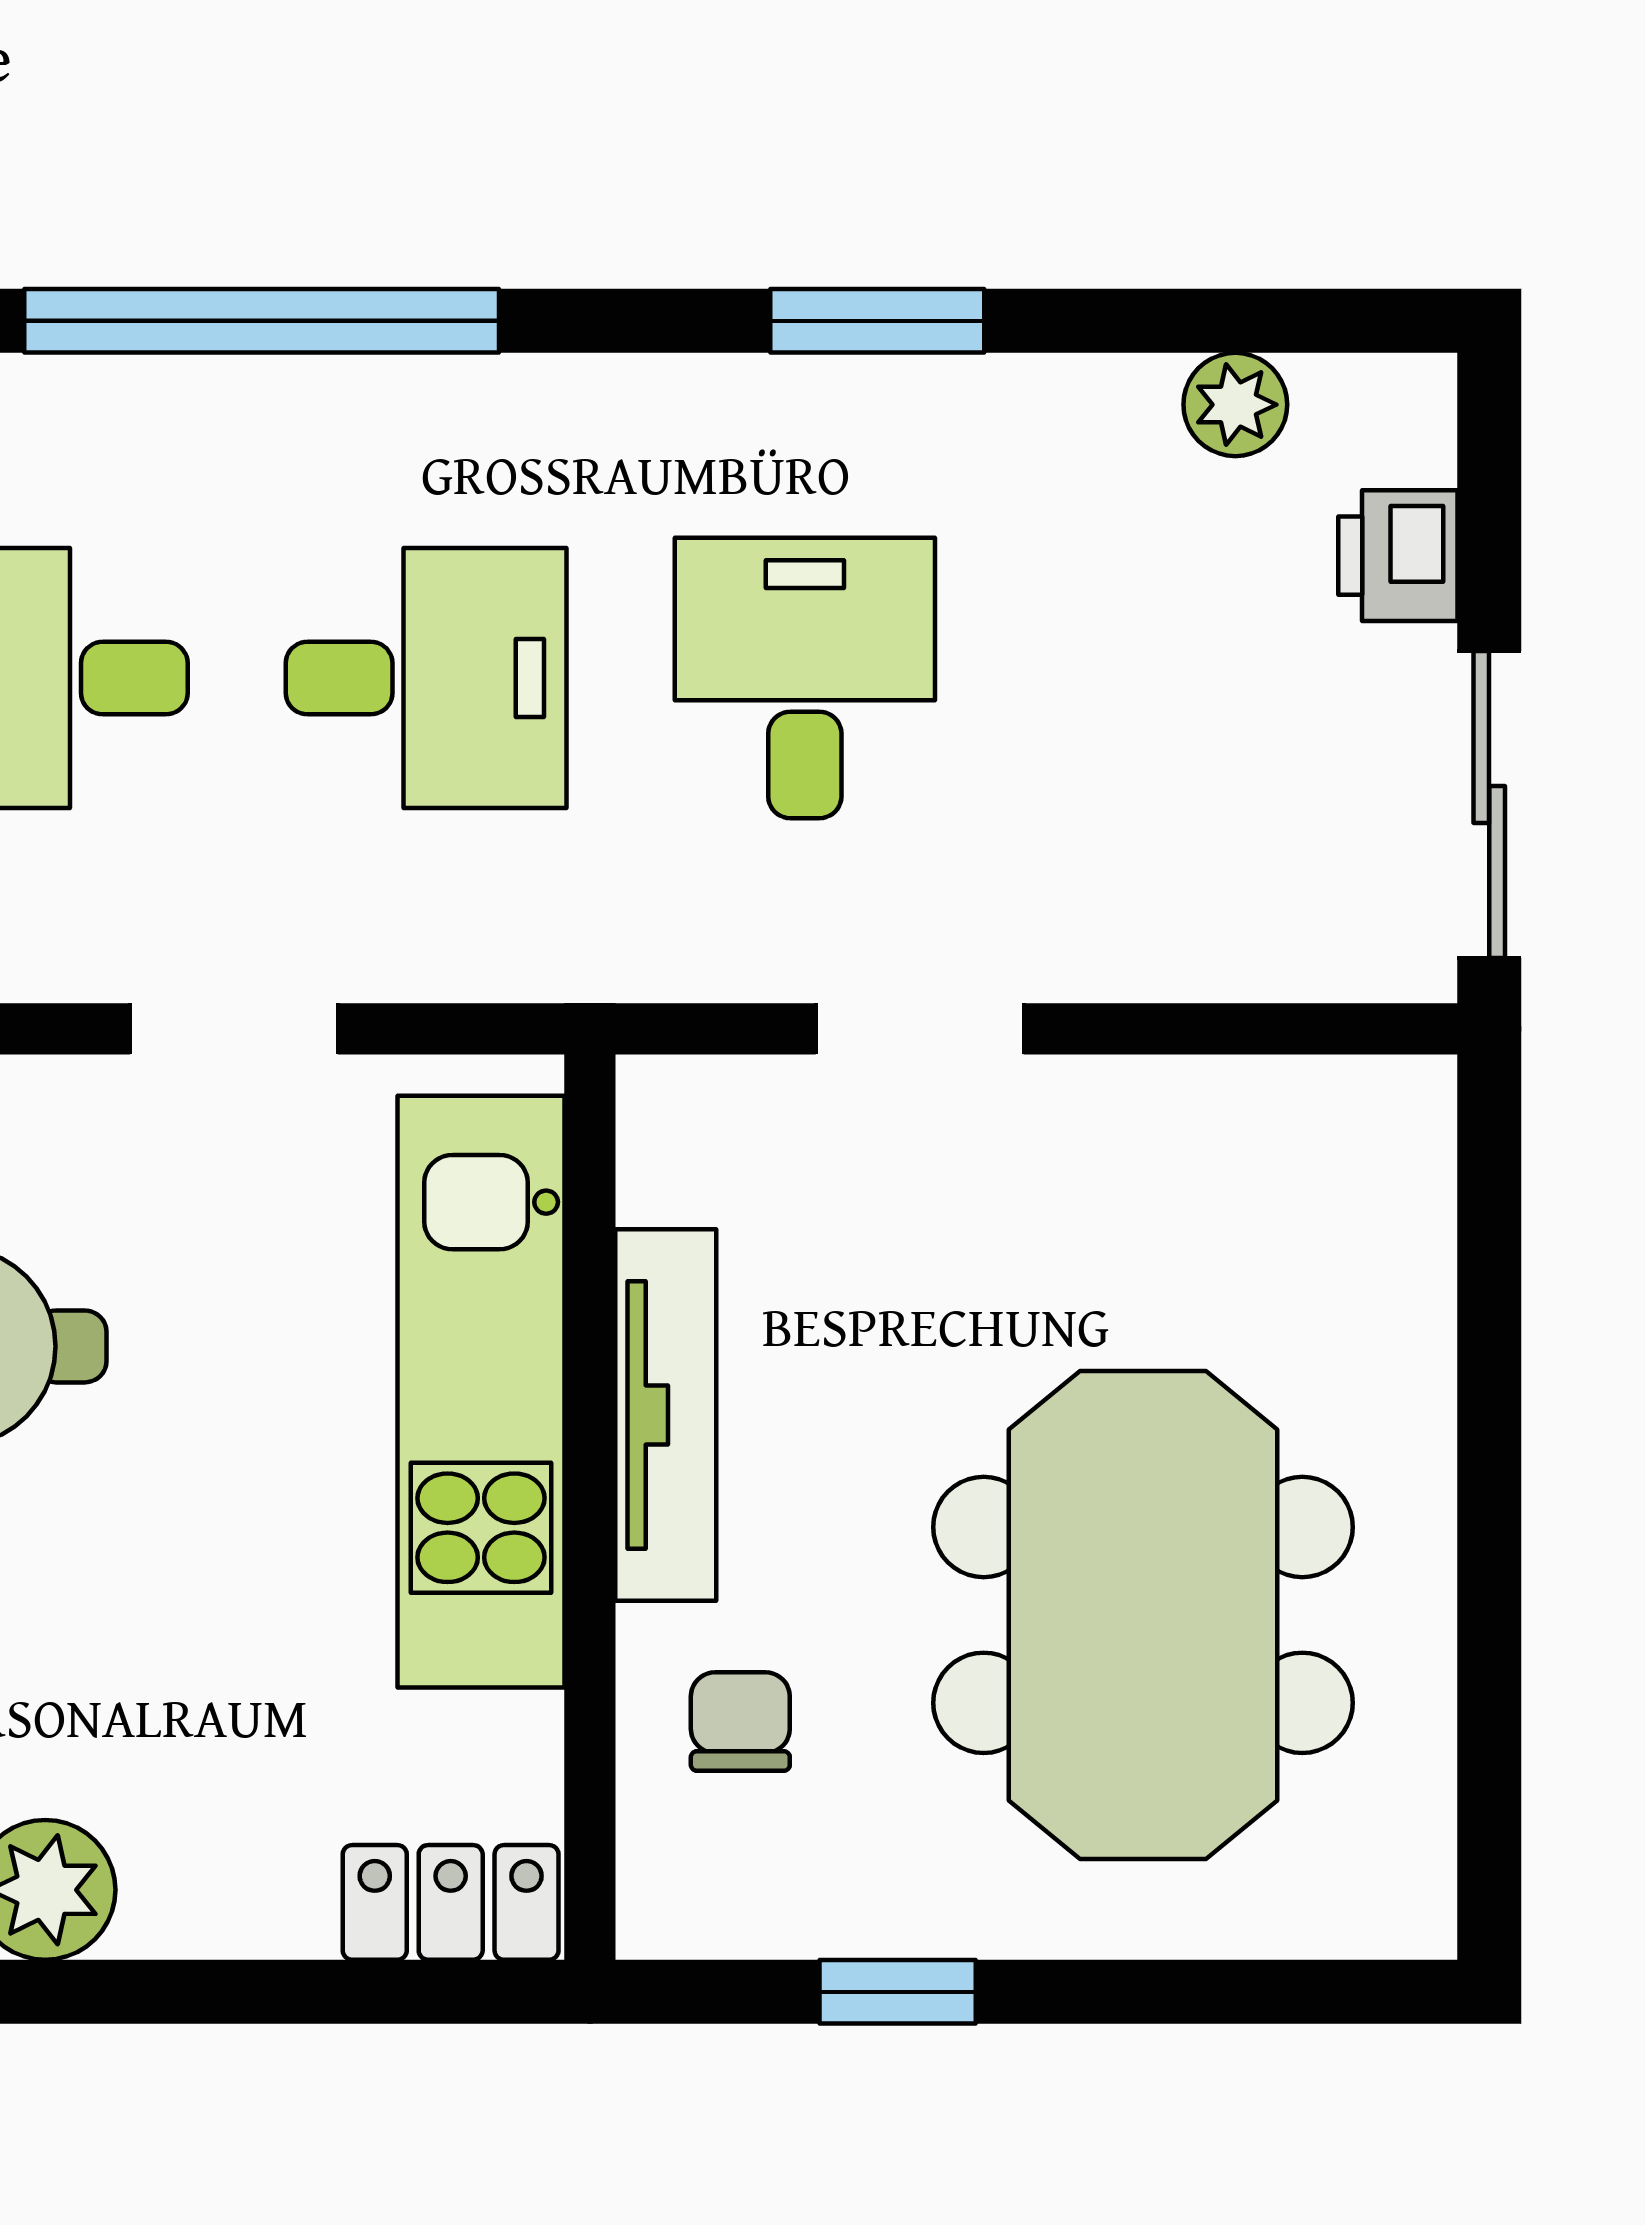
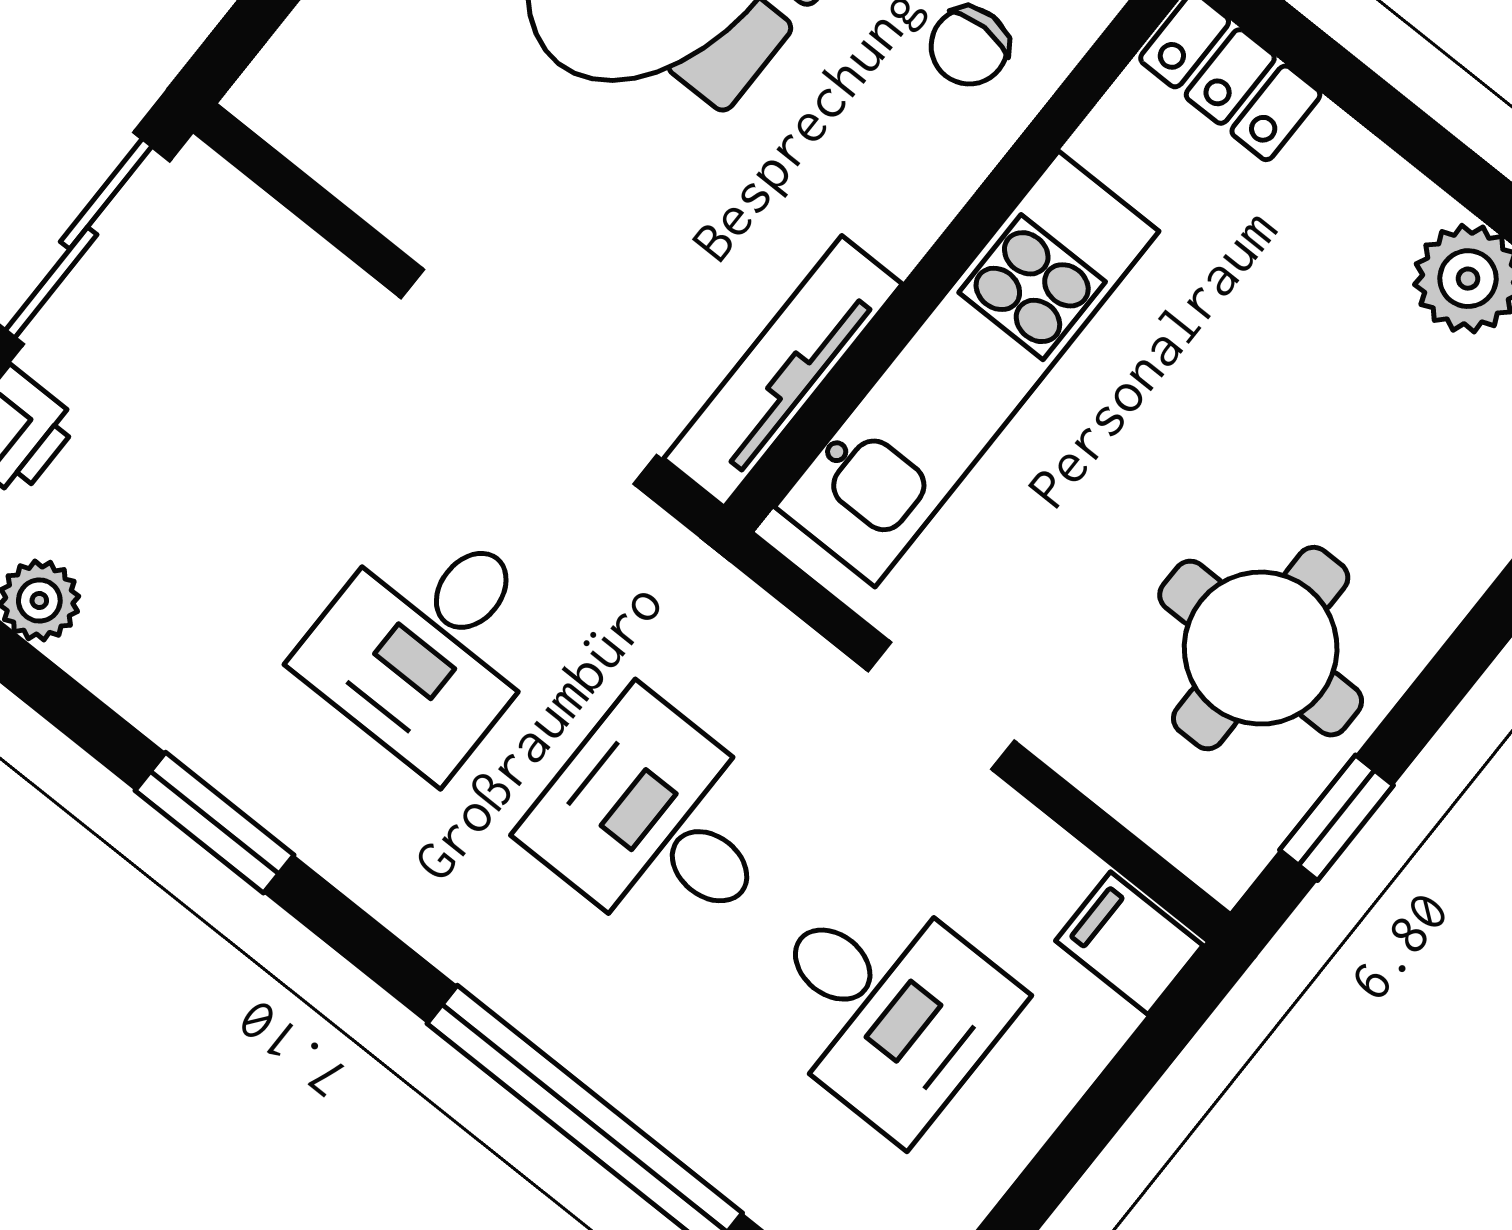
doorway: (920, 1029) -> (529, 377), width x1.87
tv unit: (666, 1415) -> (783, 371), moved

